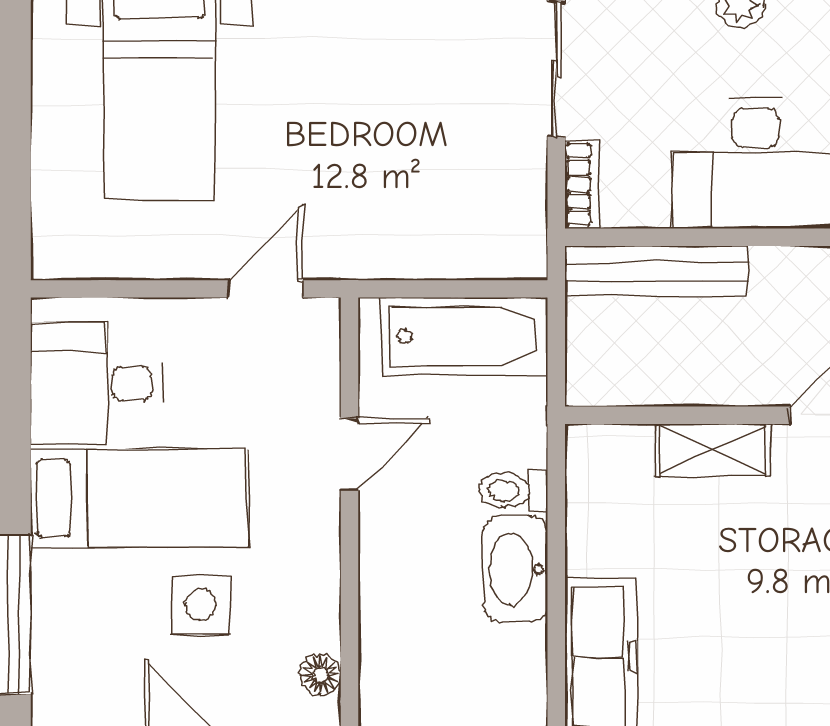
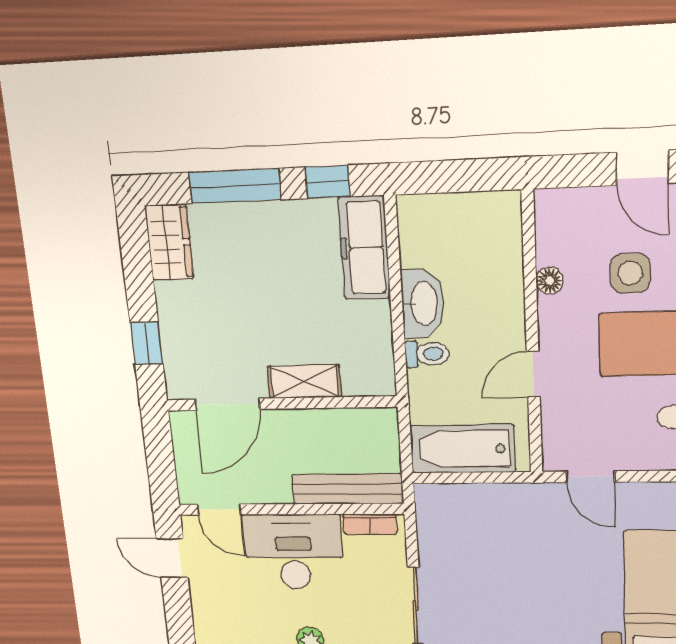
bookcase: (583, 185) -> (370, 524), moved, turned -90
door: (265, 289) -> (590, 477), hinge flipped
floor lamp: (320, 675) -> (550, 281), moved

